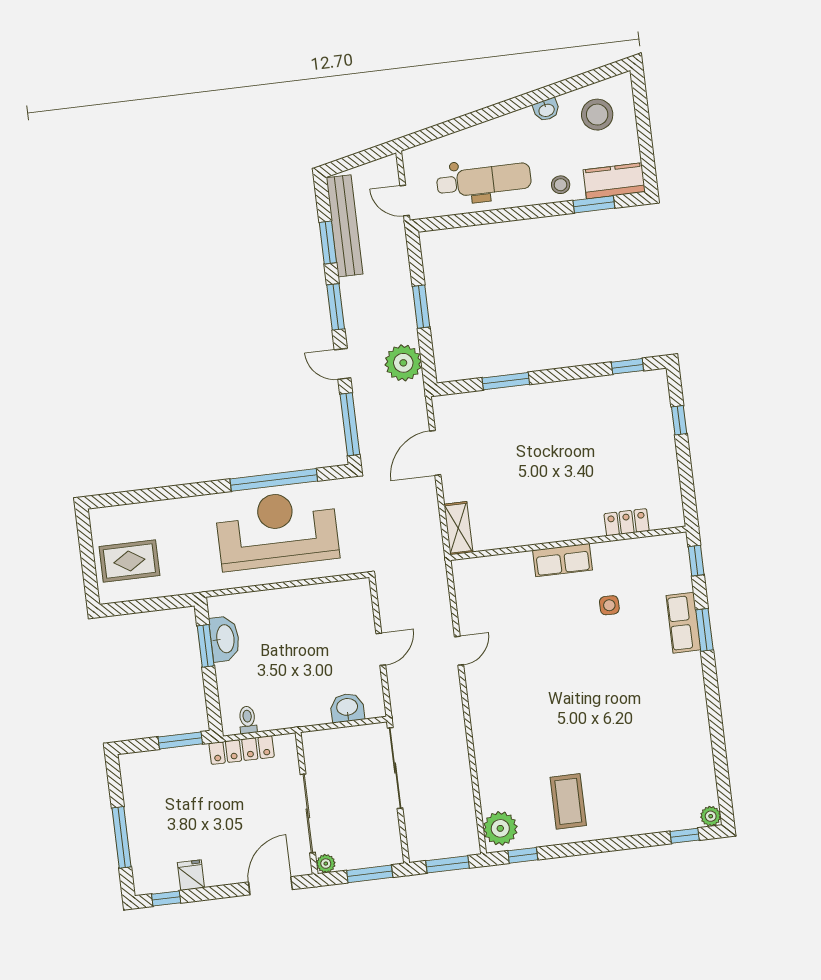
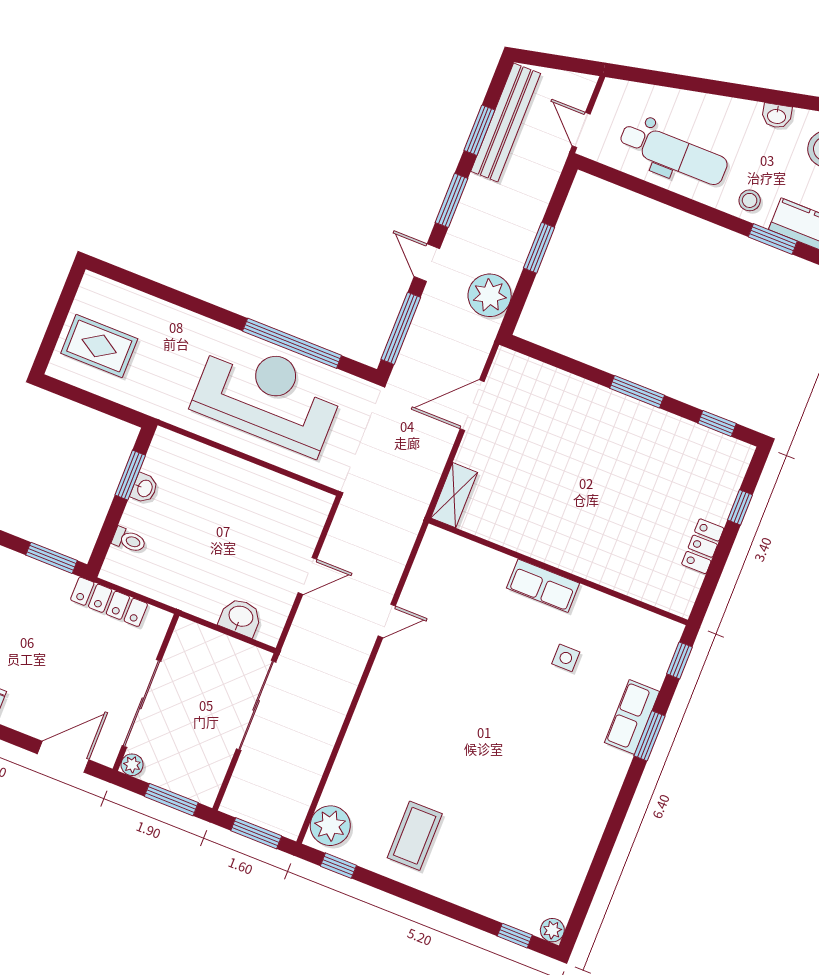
window: (506, 381) -> (637, 392), moved
locker: (627, 522) -> (703, 546), moved, turned -90
washbasin: (225, 639) -> (144, 488), width x0.52, depth x0.69
toilet: (248, 720) -> (129, 540), moved, turned 90

